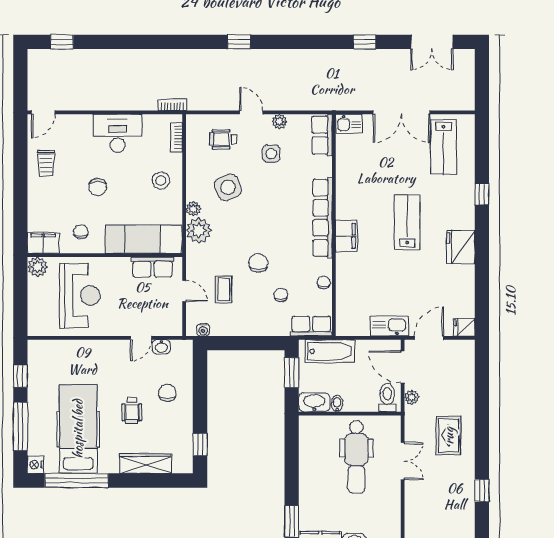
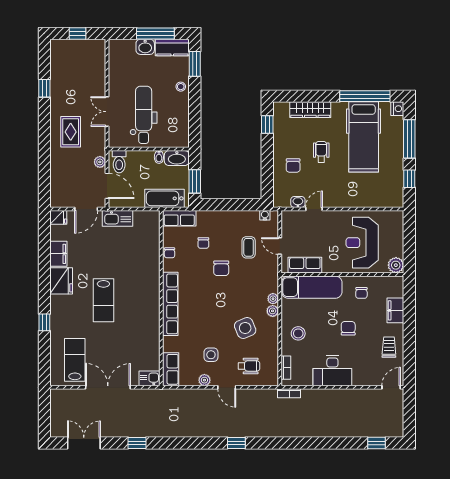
plant: (199, 230) -> (273, 299), width x0.53, depth x0.53
filing cabinet: (346, 236) -> (58, 254), moved, turned 180
filing cabinet: (43, 243) -> (395, 310), moved, turned 90
stool: (309, 493) -> (181, 87), added

